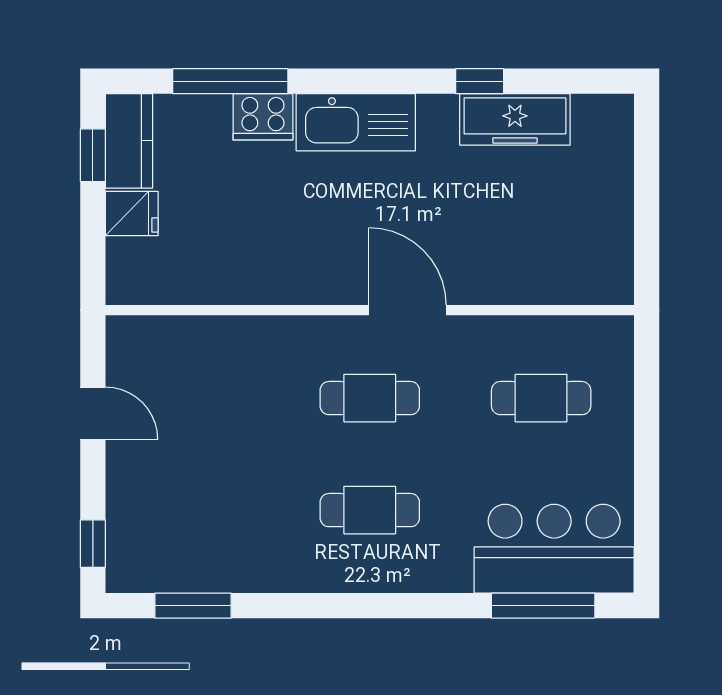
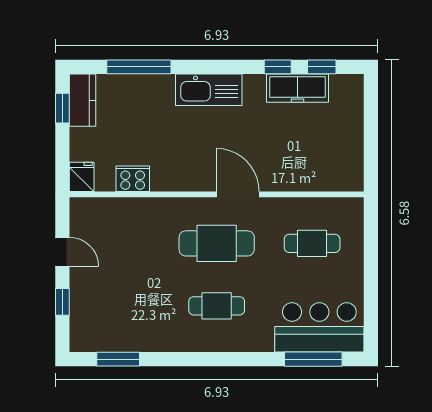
window: (558, 81) -> (322, 67), added
cooker: (263, 117) -> (133, 179), moved, turned 180
fridge: (132, 214) -> (82, 177), moved, turned -90
cafe table: (370, 398) -> (217, 243), width x1.37, depth x1.35
window: (93, 544) -> (62, 302), moved

